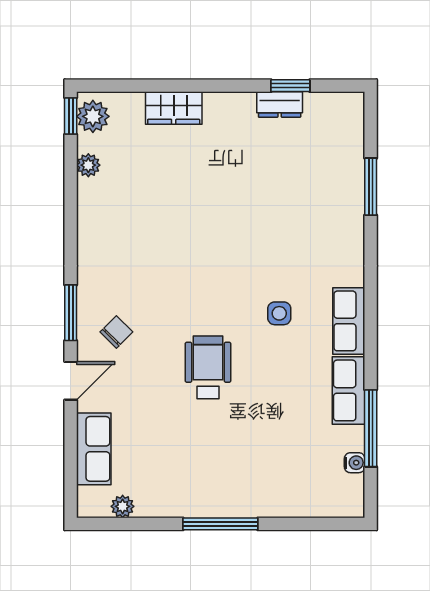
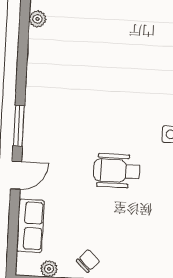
chair: (116, 332) -> (88, 261), moved
wheelchair: (208, 367) -> (117, 171), turned -90

